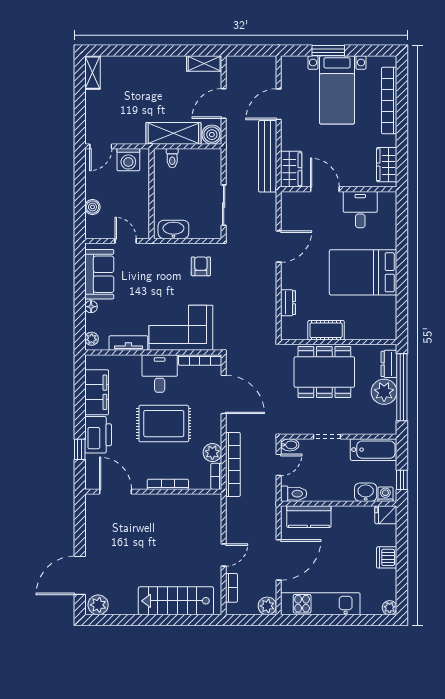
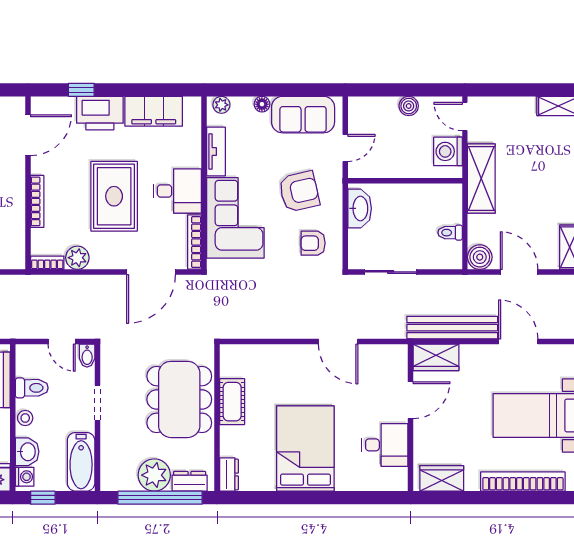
shelving: (173, 133) -> (481, 179), moved
toilet: (172, 158) -> (450, 233), moved
boiler: (92, 207) -> (409, 106), moved
armchair: (201, 266) -> (313, 243), turned 180
armchair: (160, 277) -> (299, 192), added
dresser: (288, 303) -> (229, 475), moved, turned -90
bookcase: (233, 464) -> (62, 284), removed
toilet: (294, 494) -> (32, 388), moved, turned -90
stool: (339, 494) -> (25, 418), added

